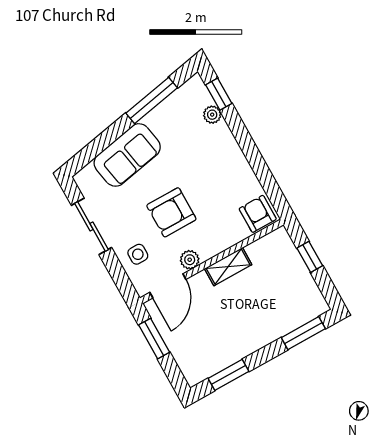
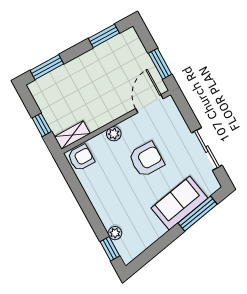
window: (152, 100) -> (198, 214), moved
armchair: (258, 214) -> (81, 158), turned -90
side table: (138, 254) -> (172, 128), removed
plant: (190, 260) -> (114, 134), moved
shelving: (228, 267) -> (72, 135), moved

